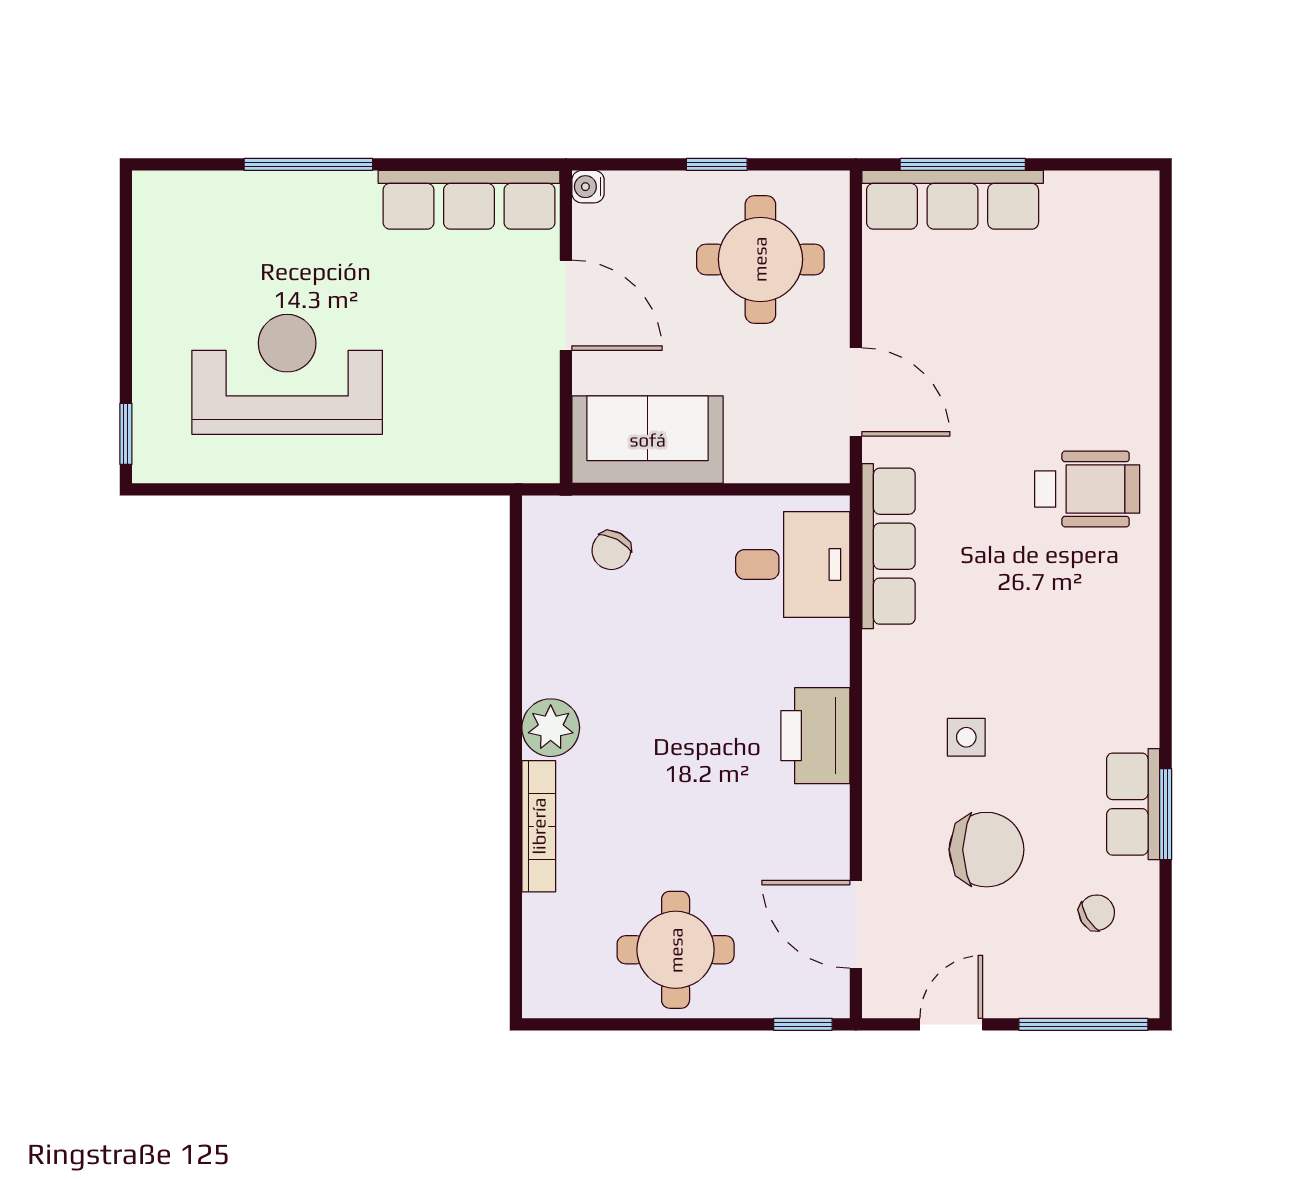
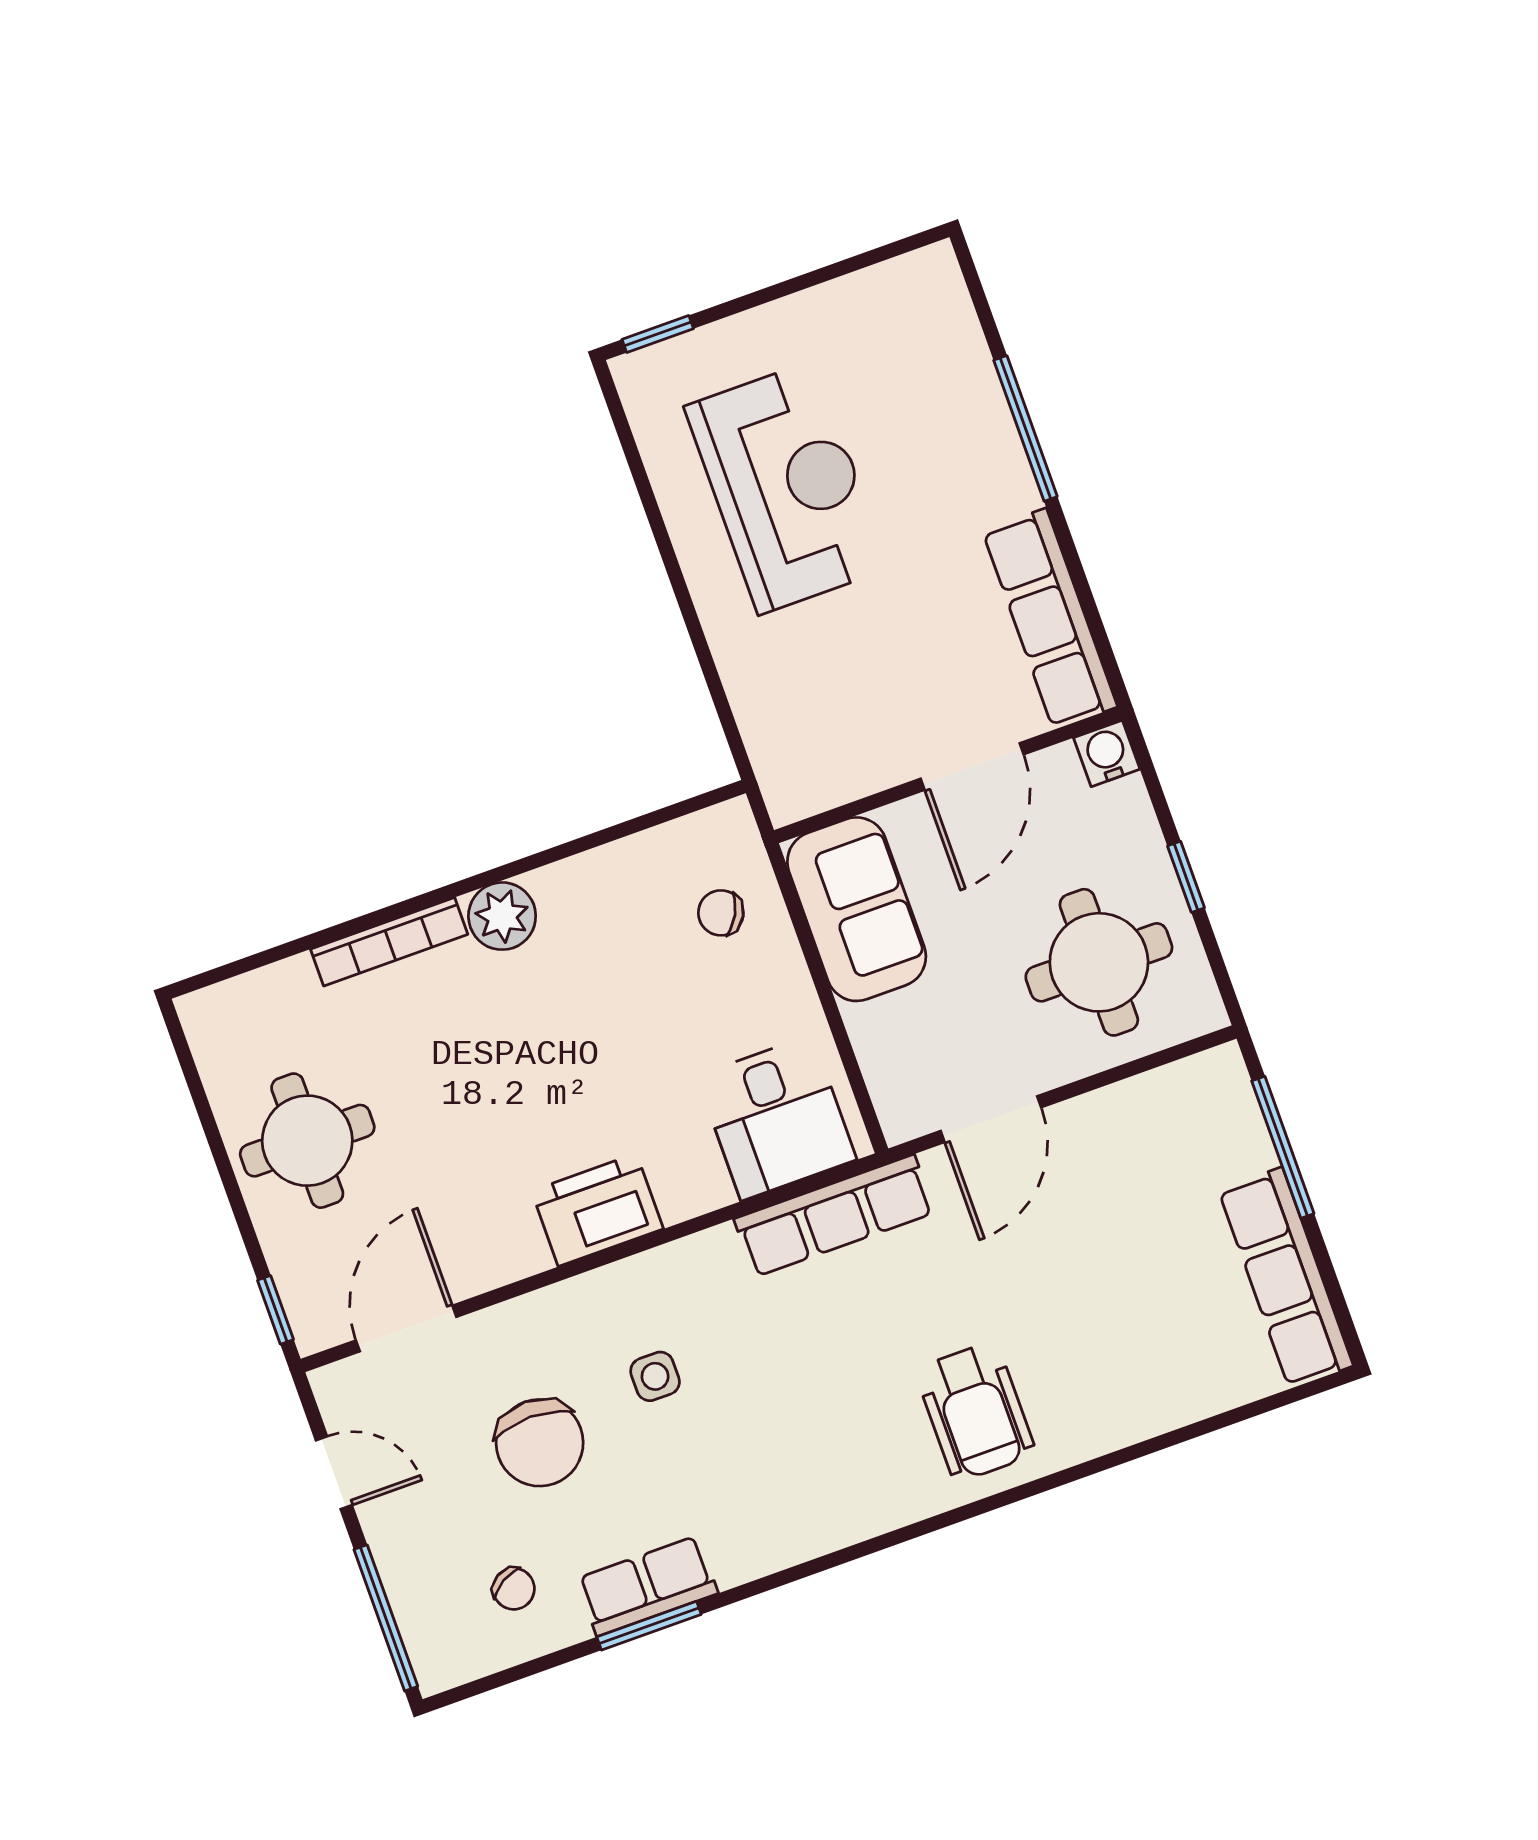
water cooler: (588, 187) -> (1107, 753), width x1.38, depth x1.38
row of seats: (953, 200) -> (1286, 1278), moved

